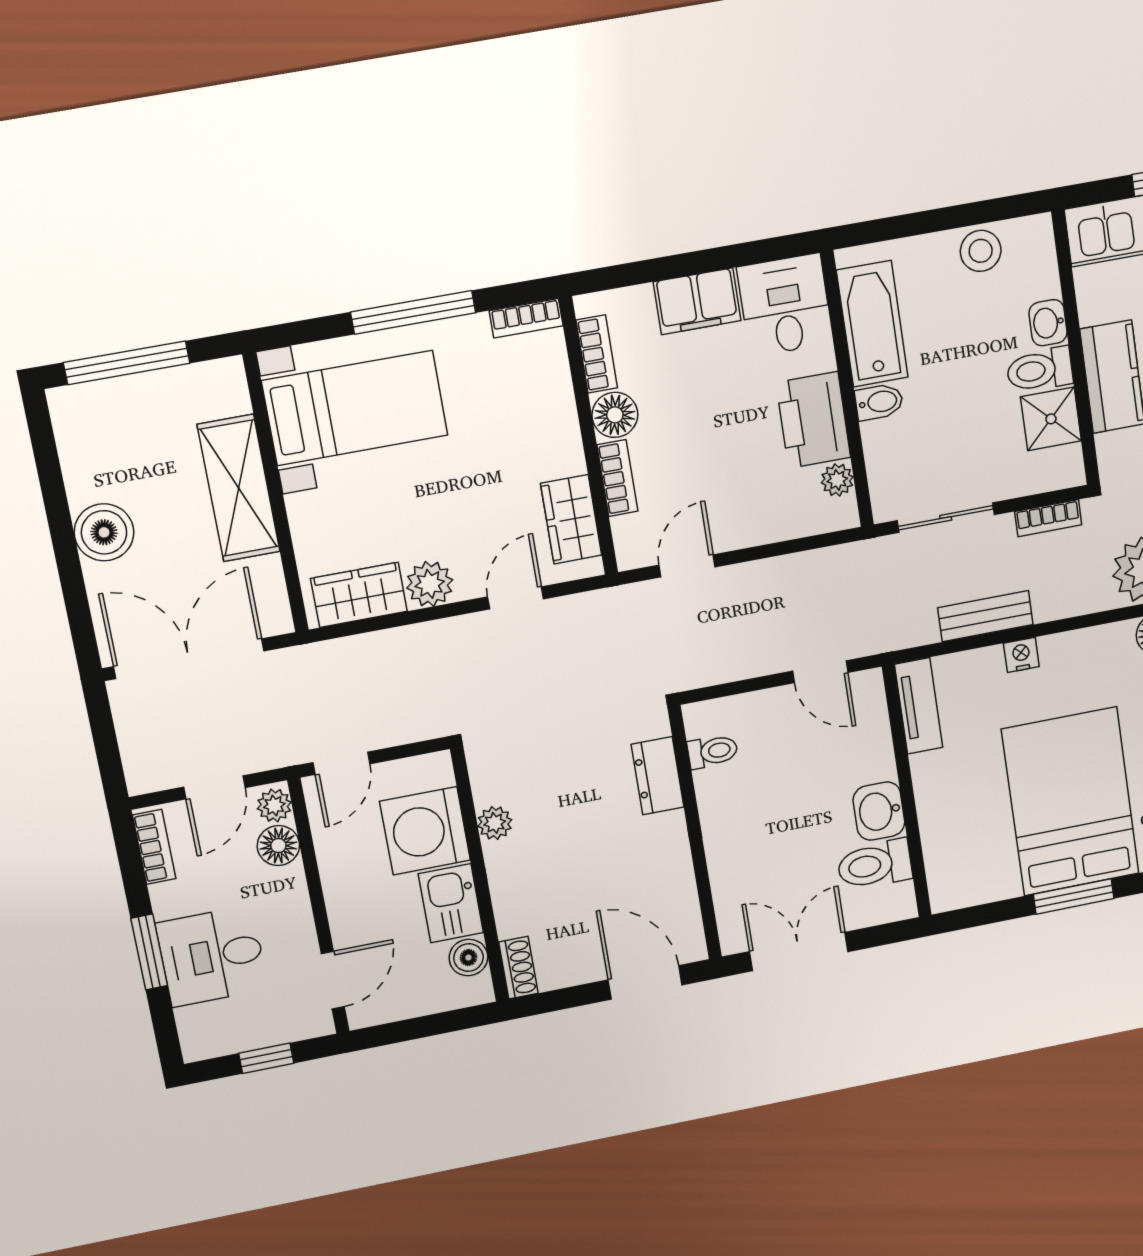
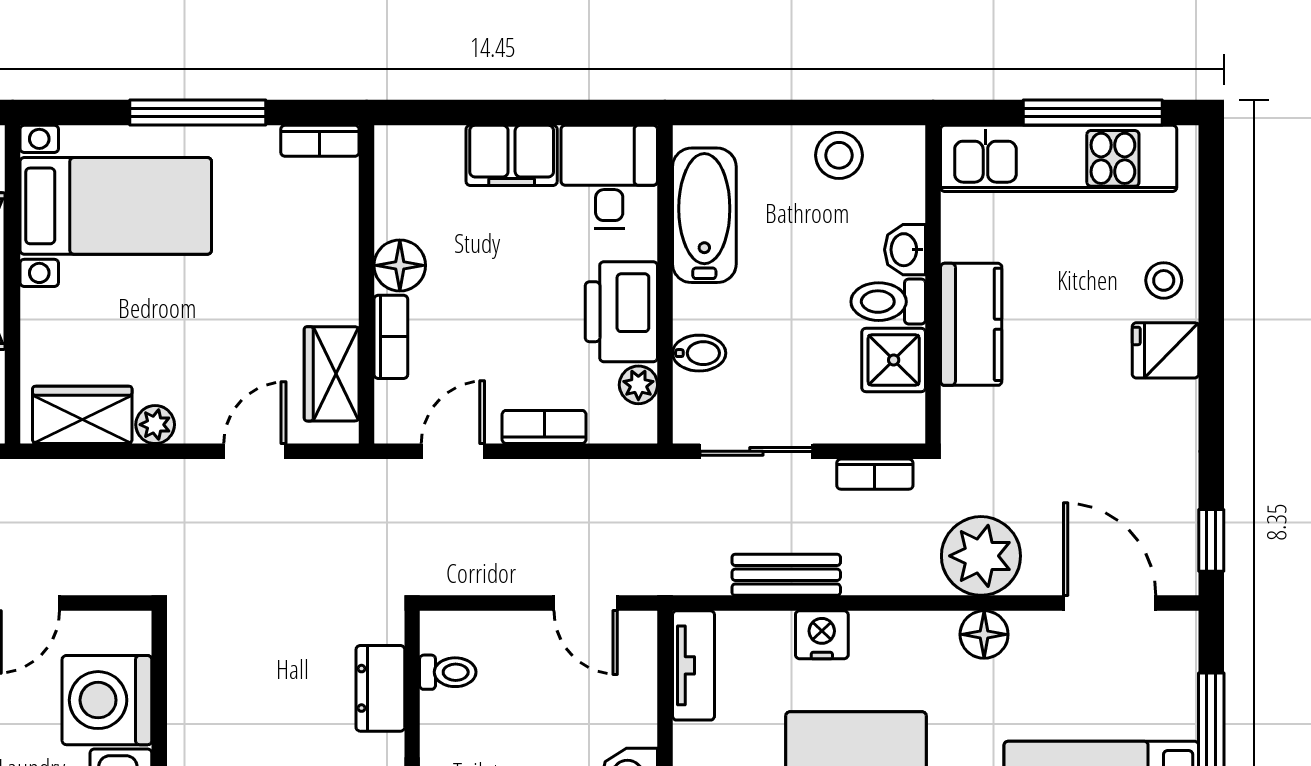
bookcase: (597, 354) -> (544, 427), moved, turned -90
bidet: (879, 402) -> (699, 353), moved
plant: (430, 584) -> (155, 425), width x0.73, depth x0.73
nightstand: (1021, 655) -> (822, 635), width x1.39, depth x1.35
plant: (495, 823) -> (187, 707), removed

